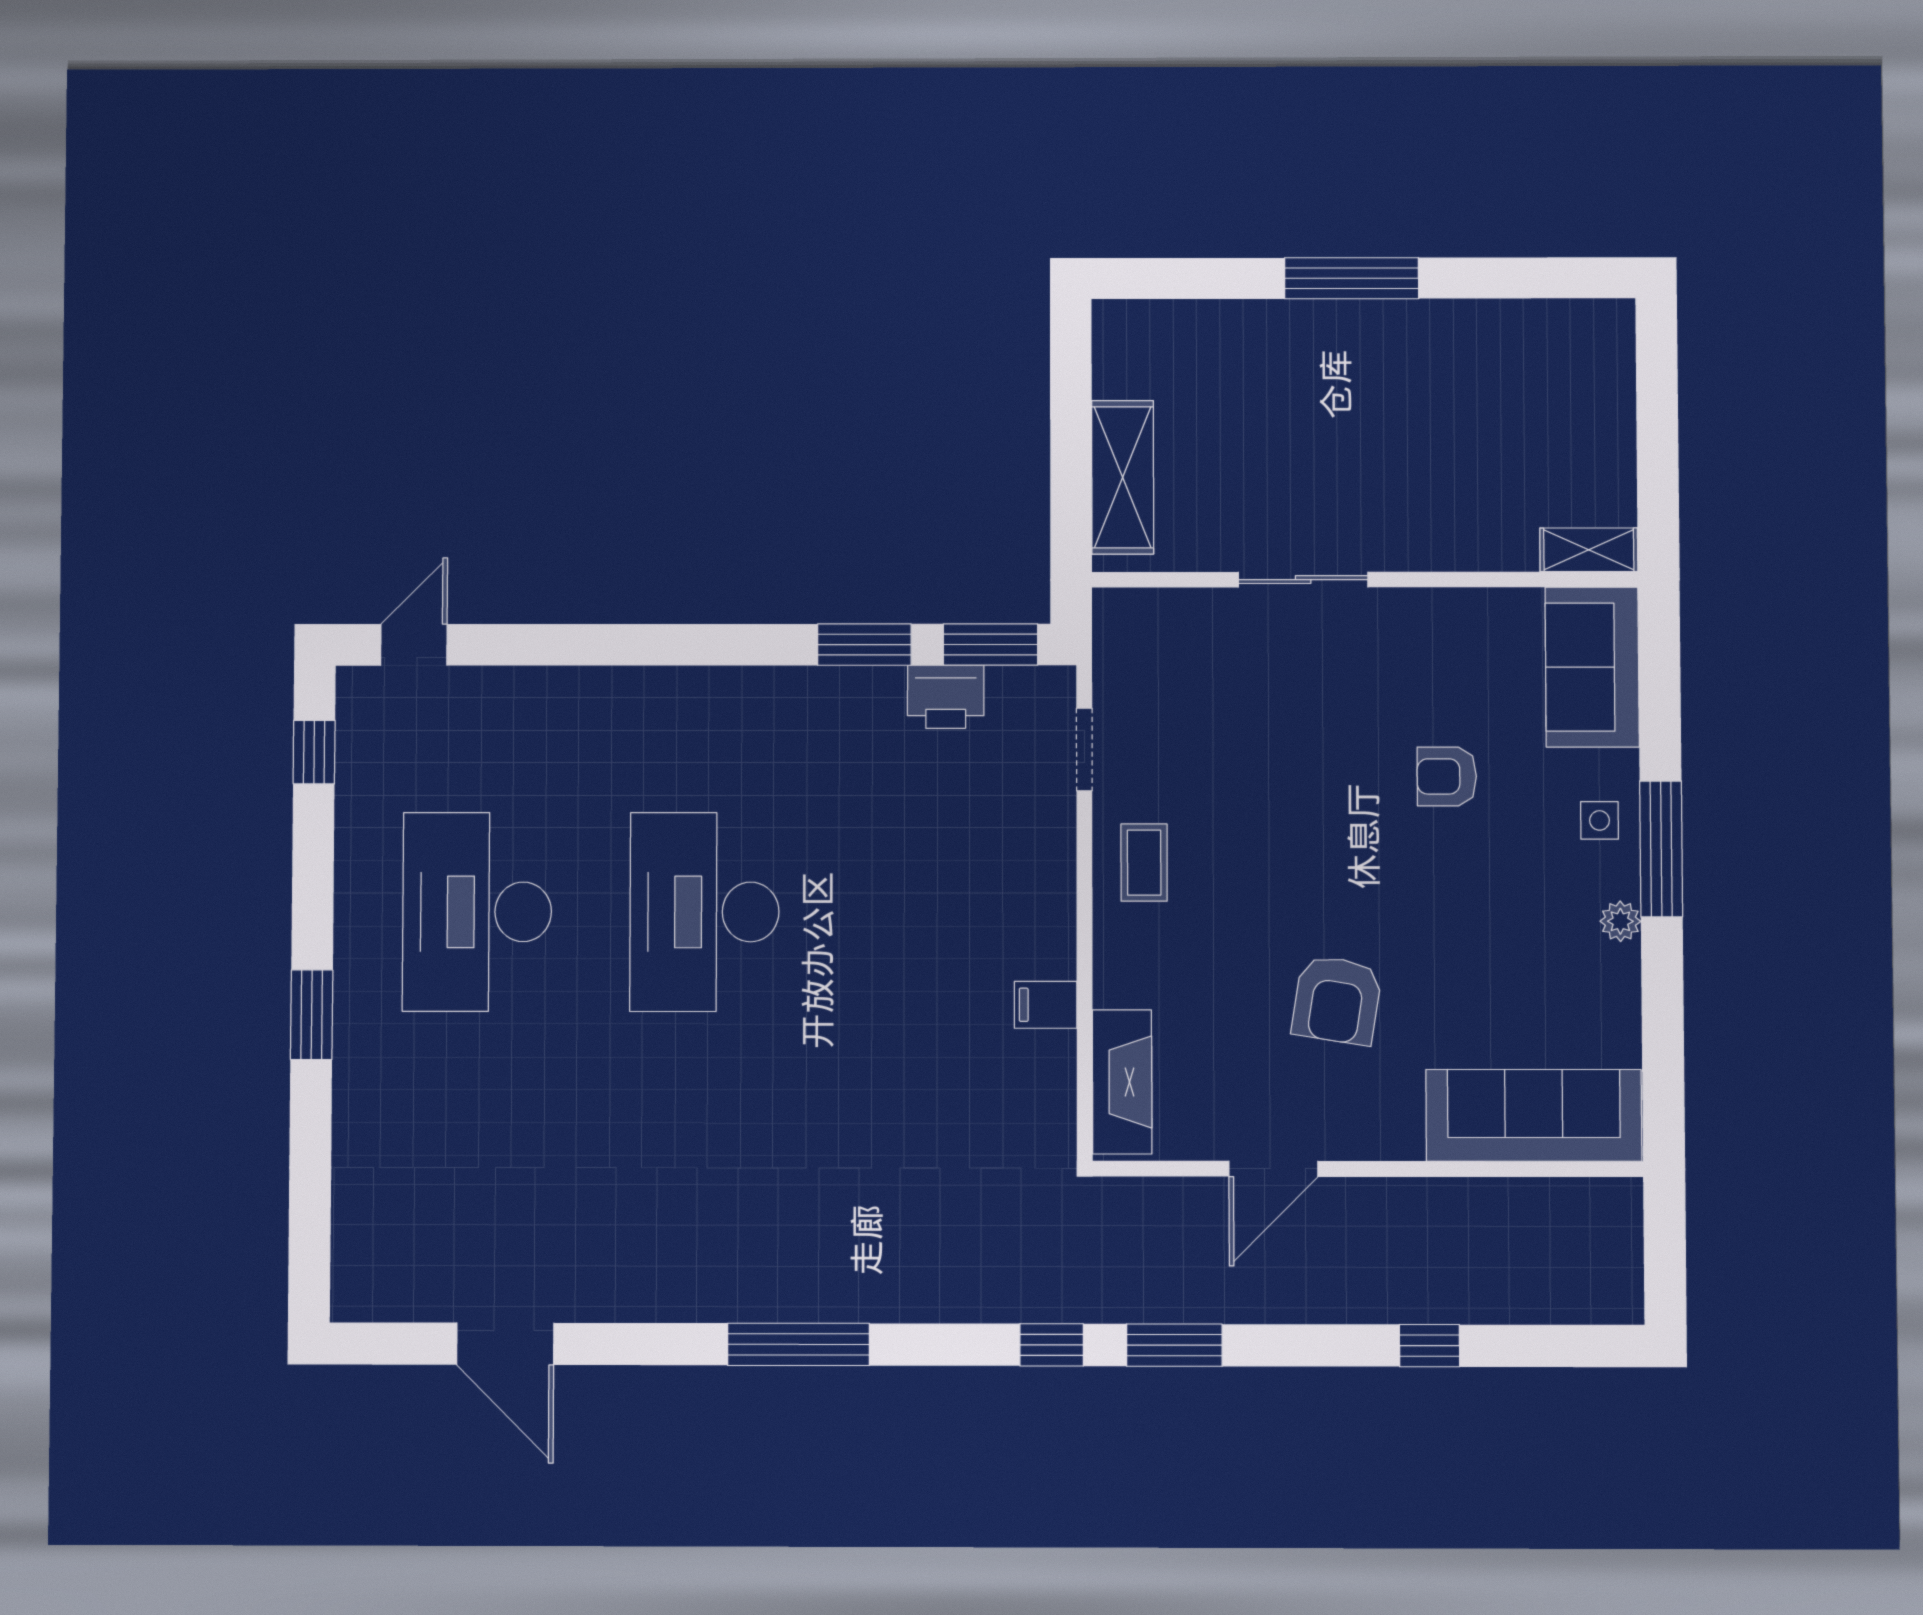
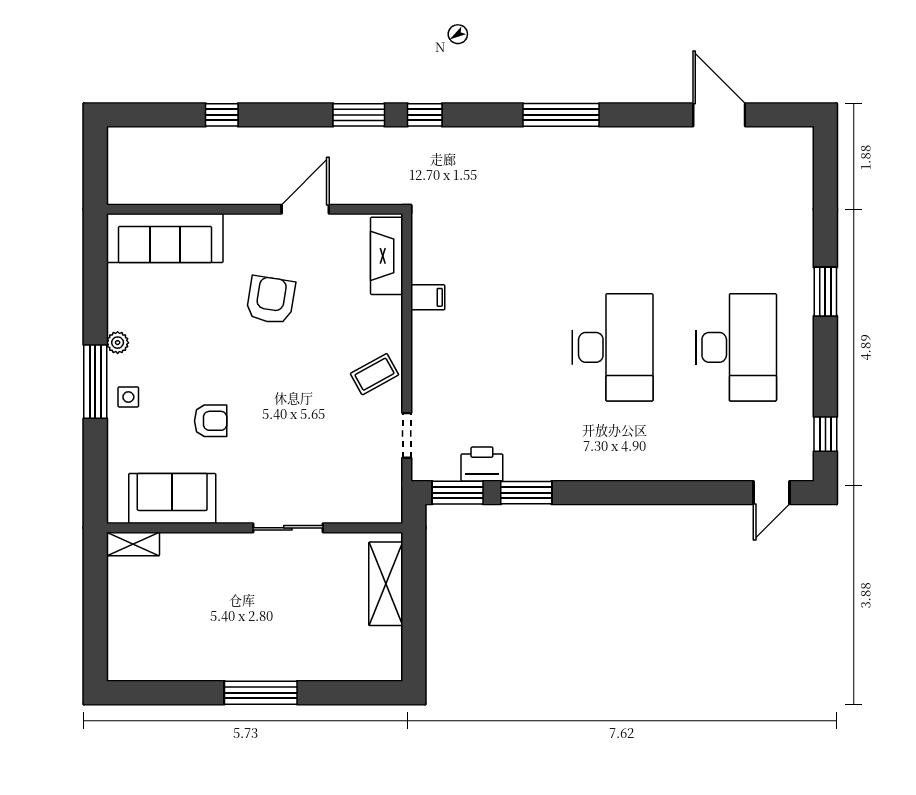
sofa: (1592, 667) -> (172, 498), moved, turned -90
coffee table: (1144, 863) -> (375, 374), turned 61

